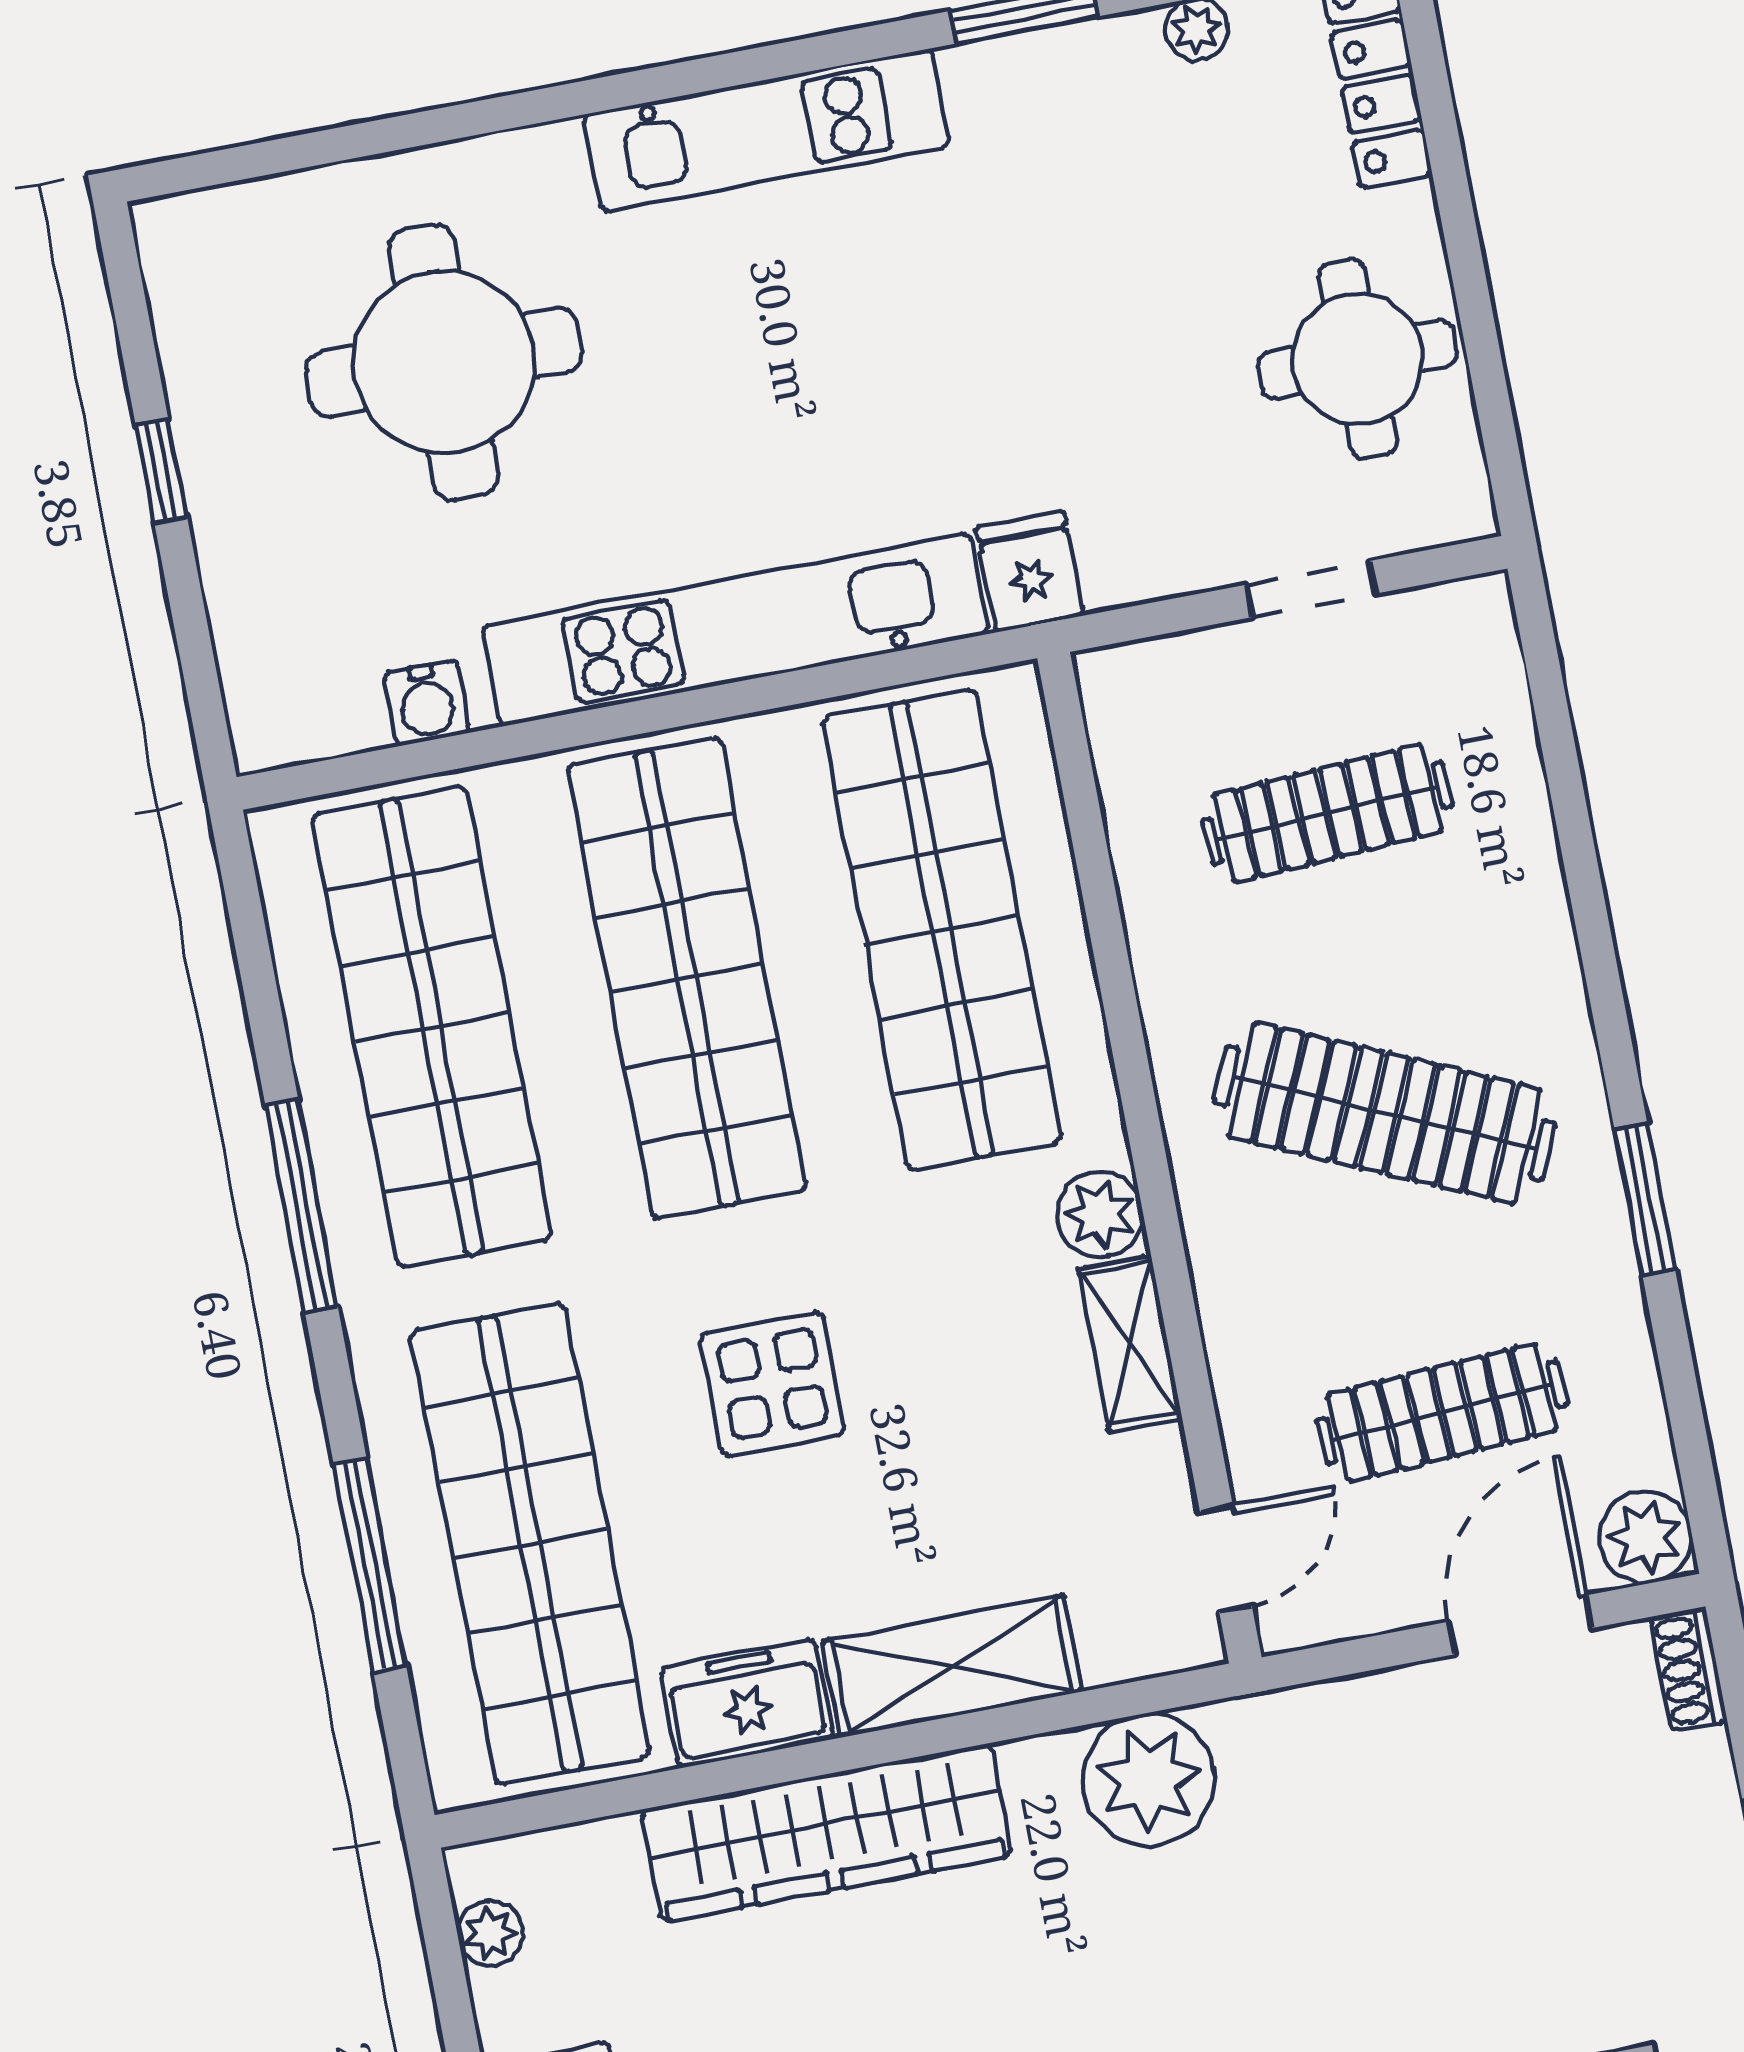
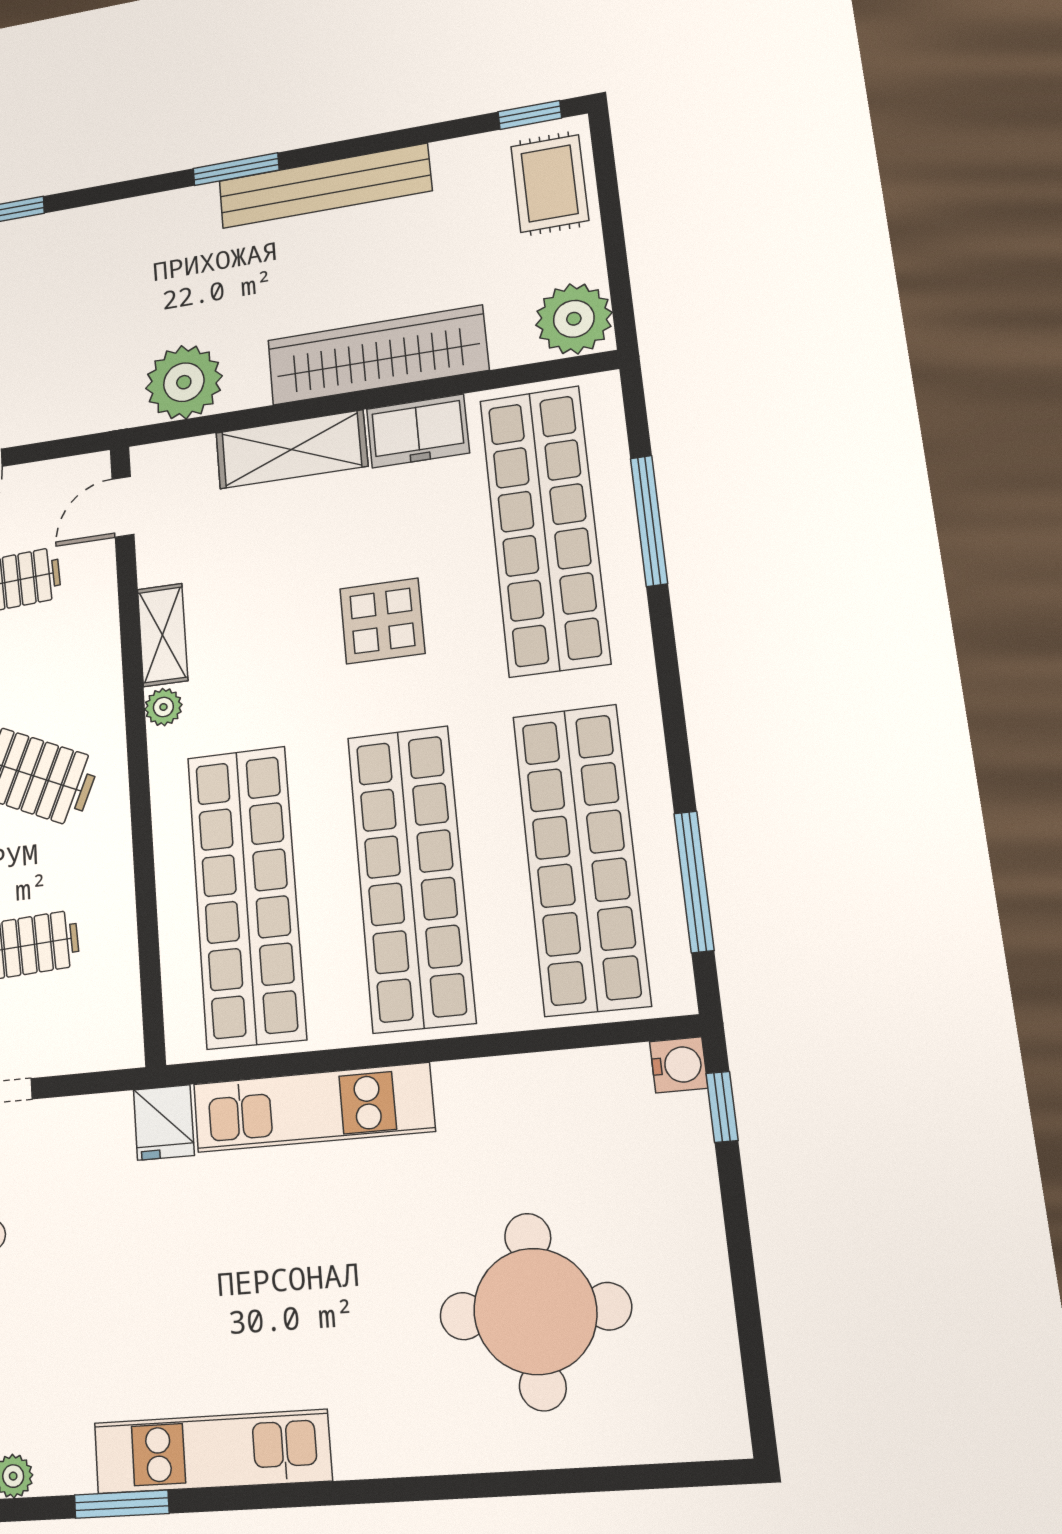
kitchen unit: (767, 130) -> (212, 1452), moved
window: (161, 471) -> (722, 1107), moved
kitchen unit: (735, 630) -> (313, 1108), width x0.73
water cooler: (427, 703) -> (679, 1065), moved, turned 90
window: (302, 1206) -> (694, 882), moved
plant: (1100, 1214) -> (163, 707), width x0.73, depth x0.73
plant: (490, 1933) -> (574, 319), width x1.88, depth x1.88

